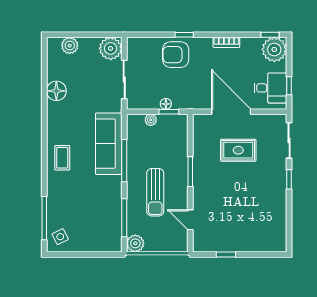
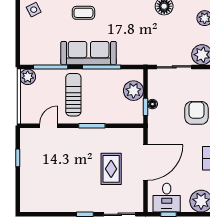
plant: (151, 120) -> (133, 91), width x1.87, depth x1.87
sofa: (109, 144) -> (89, 53), moved
coffee table: (62, 158) -> (83, 13), moved
sun lounger: (155, 192) -> (73, 95), turned 90

